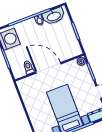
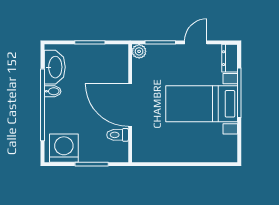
door: (48, 68) -> (130, 105), hinge flipped

